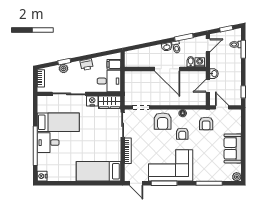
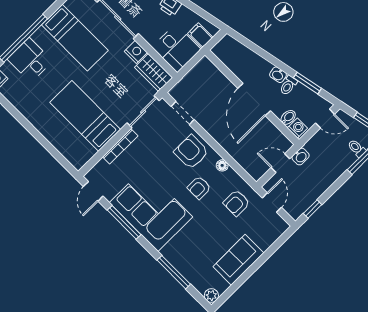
armchair: (163, 121) -> (191, 152), turned 90
desk: (48, 143) -> (30, 60), moved
bed: (98, 171) -> (85, 116), moved

